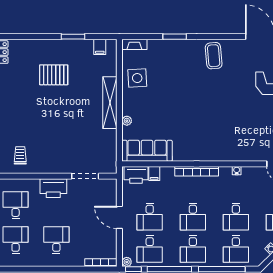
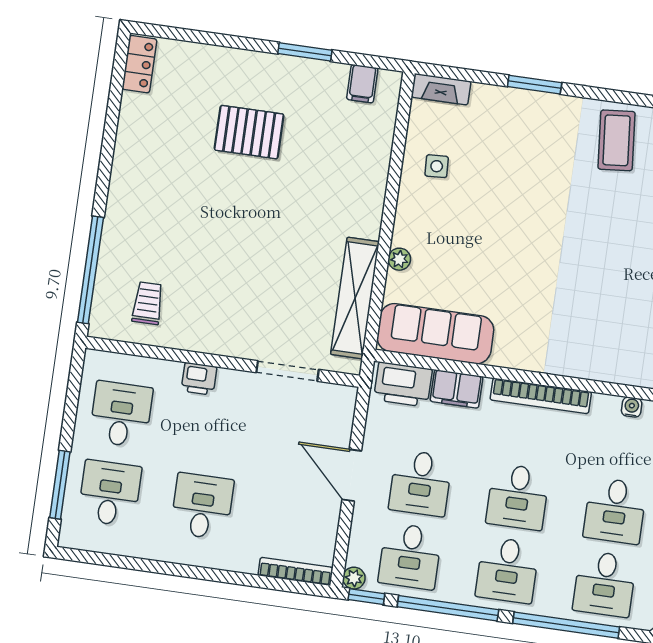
side table: (137, 78) -> (437, 166), width x0.54, depth x0.54
shelving: (110, 103) -> (355, 298), moved
filing cabinet: (154, 173) -> (456, 389), width x2.00
printer: (53, 188) -> (199, 379), width x0.53, depth x0.68

